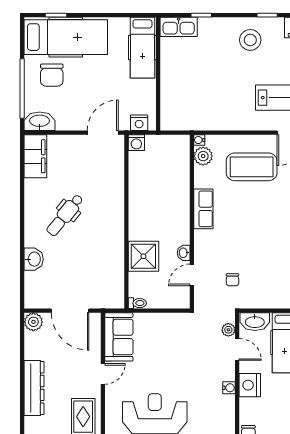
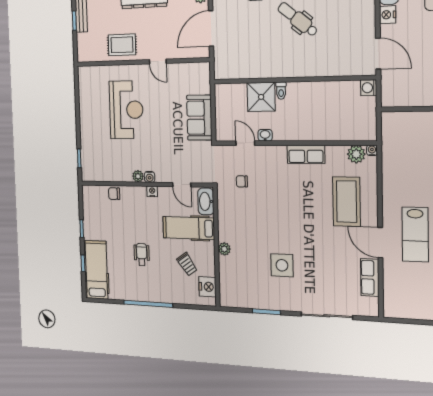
nightstand: (139, 123) -> (388, 15), moved
toilet: (137, 303) -> (281, 91), moved
plant: (228, 330) -> (138, 176), moved
sofa: (119, 337) -> (199, 118), moved, turned 90
door: (237, 349) -> (182, 185), hinge flipped
nightstand: (250, 385) -> (152, 191), width x0.53, depth x0.56

